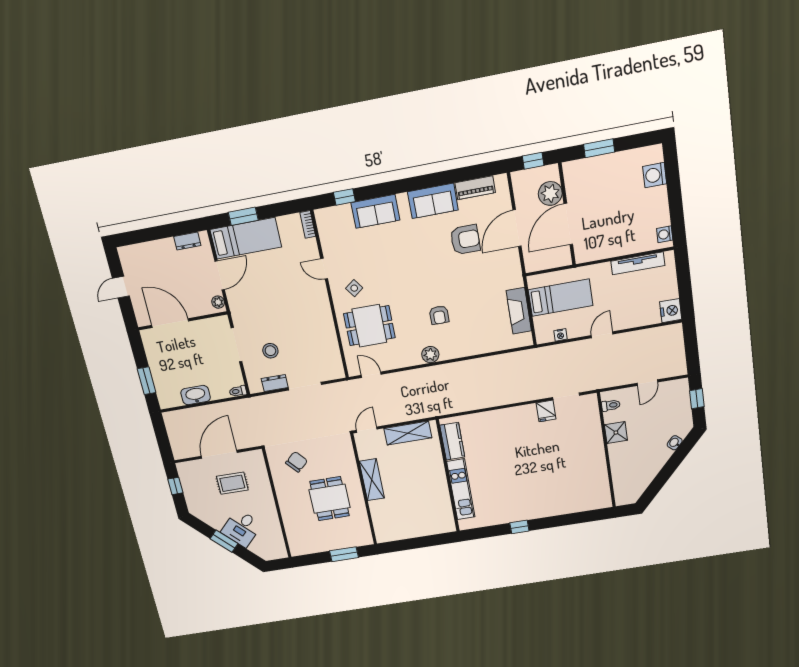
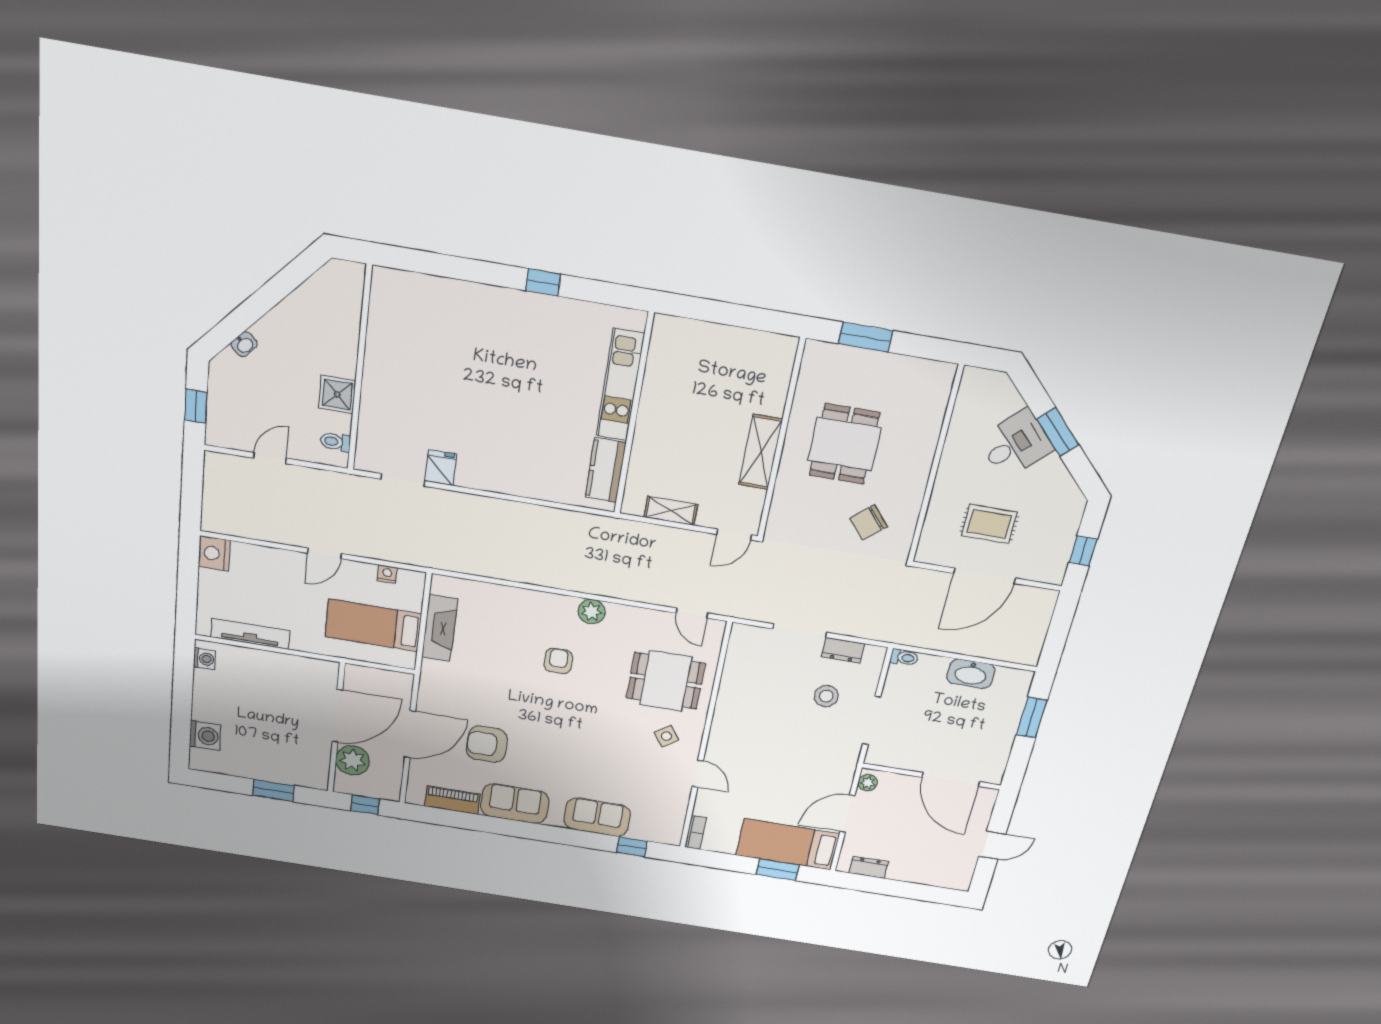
shelving: (408, 433) -> (671, 511), width x0.67, depth x0.75

